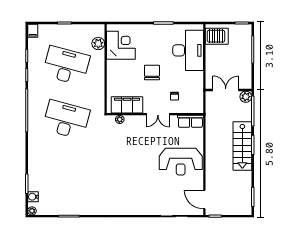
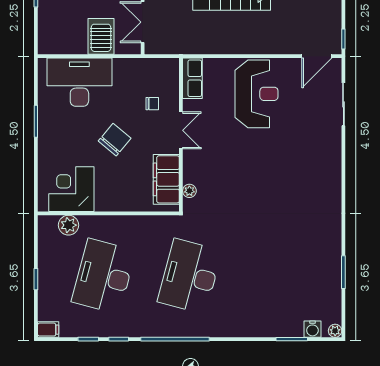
server rack: (217, 36) -> (101, 36), moved
chair: (152, 72) -> (115, 140), turned 130

